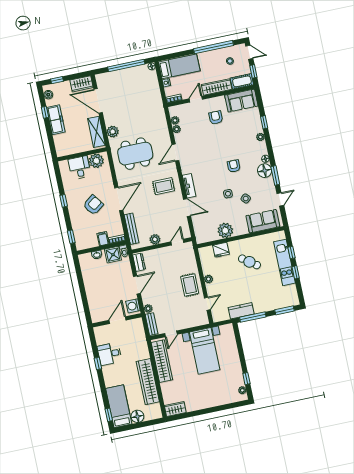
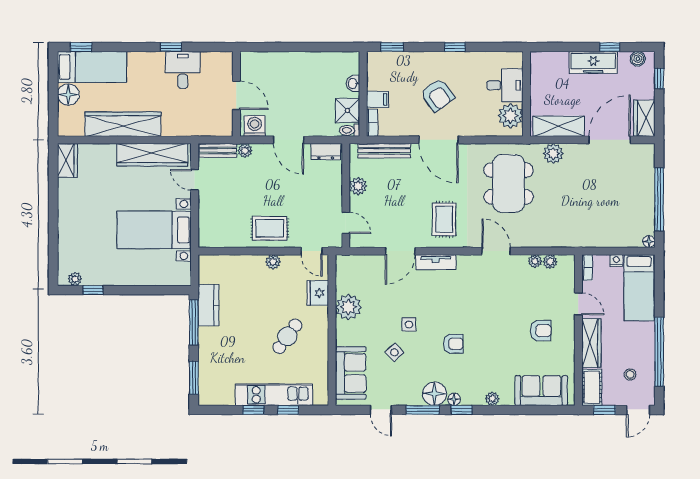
sofa: (241, 101) -> (541, 391), moved, turned 90
window: (264, 122) -> (462, 410), moved
door: (207, 304) -> (312, 251), moved

